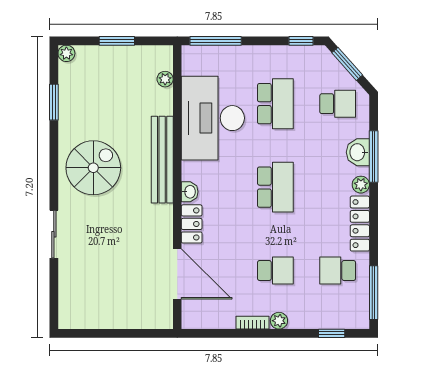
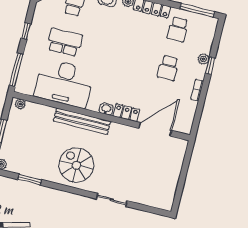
window: (301, 41) -> (26, 31), moved
plant: (165, 79) -> (20, 104), moved
school desk: (275, 187) -> (116, 55), removed
school desk: (275, 270) -> (168, 68), turned 180
plant: (279, 321) -> (203, 59), moved
window: (332, 333) -> (210, 66), moved

